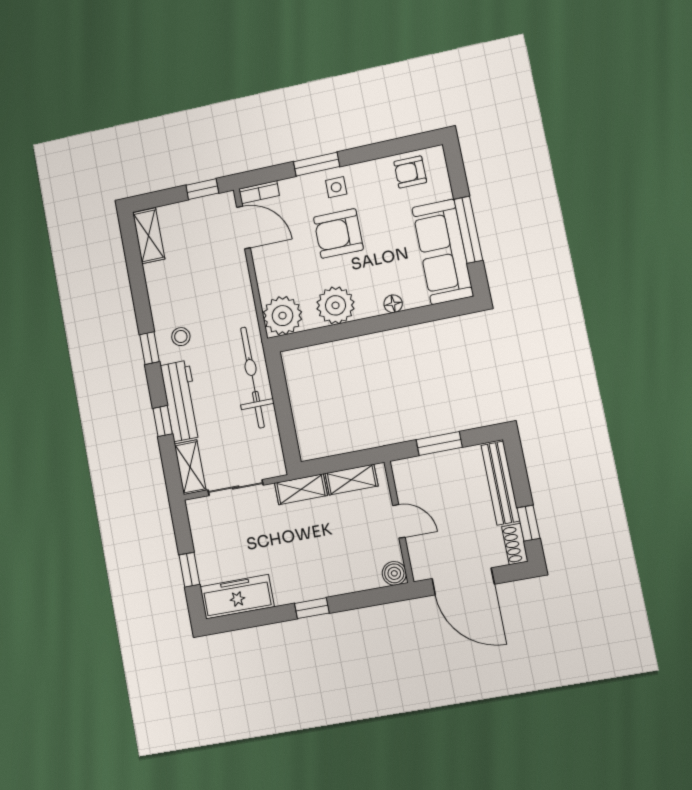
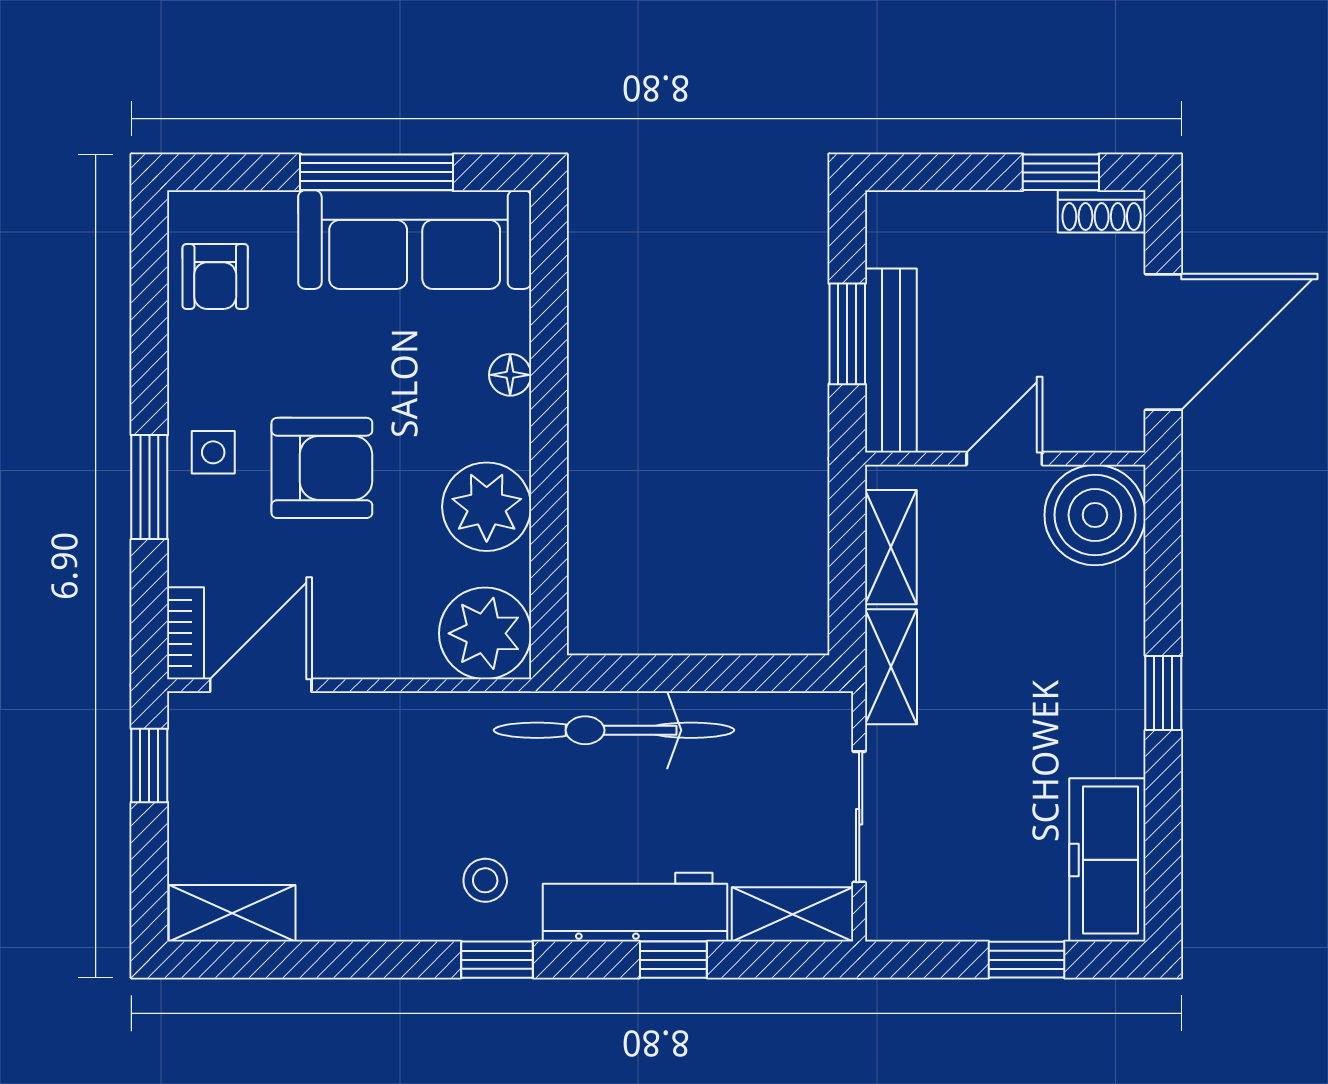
armchair: (338, 233) -> (322, 468), turned -90
bench: (500, 483) -> (891, 361), moved, turned 90
boiler: (394, 573) -> (1095, 515), width x1.86, depth x1.86

